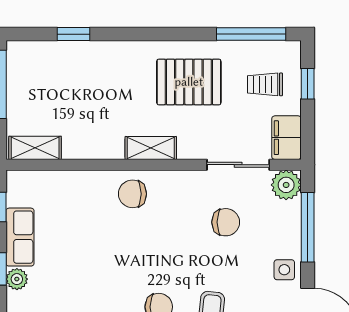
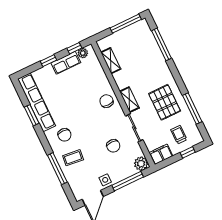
window: (73, 34) -> (162, 44), width x2.17
window: (251, 34) -> (192, 108), moved
shelving: (35, 148) -> (111, 61), moved
sliding door: (238, 165) -> (134, 128), moved
plant: (17, 279) -> (83, 53), moved

